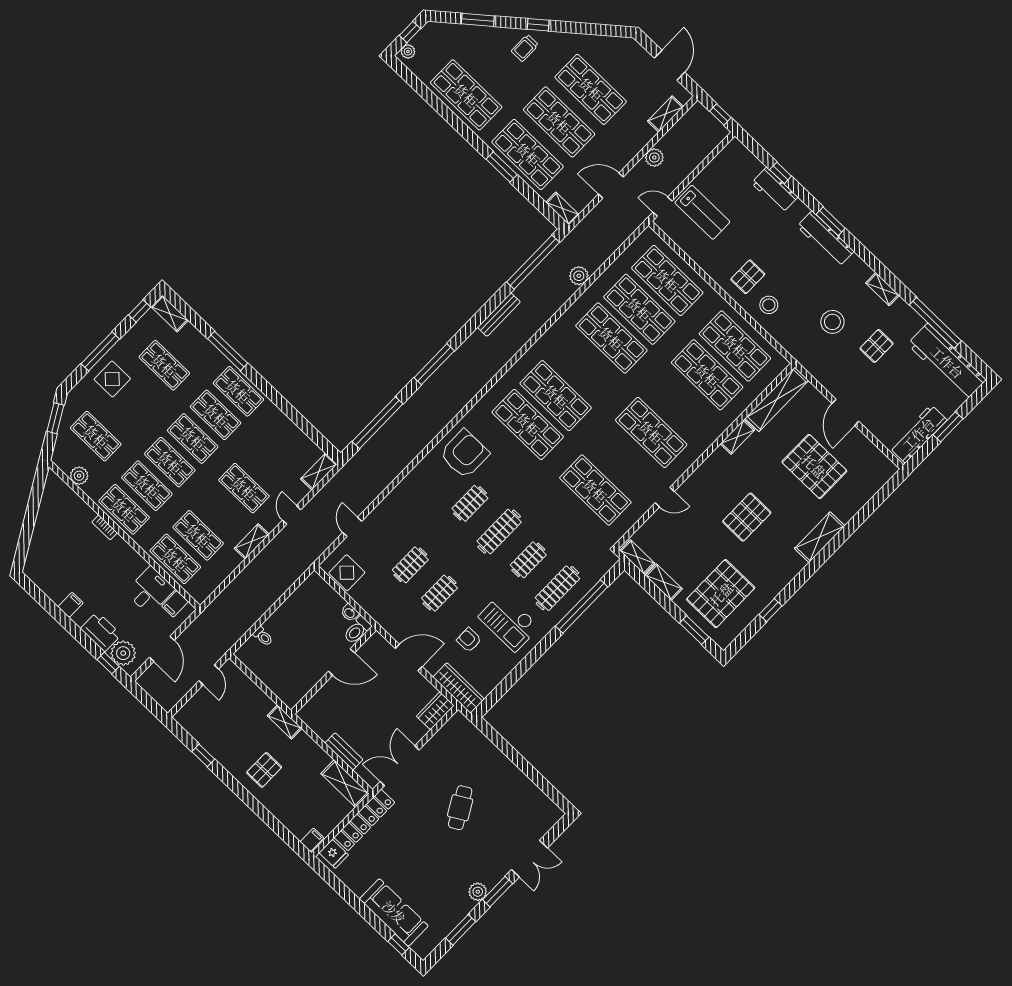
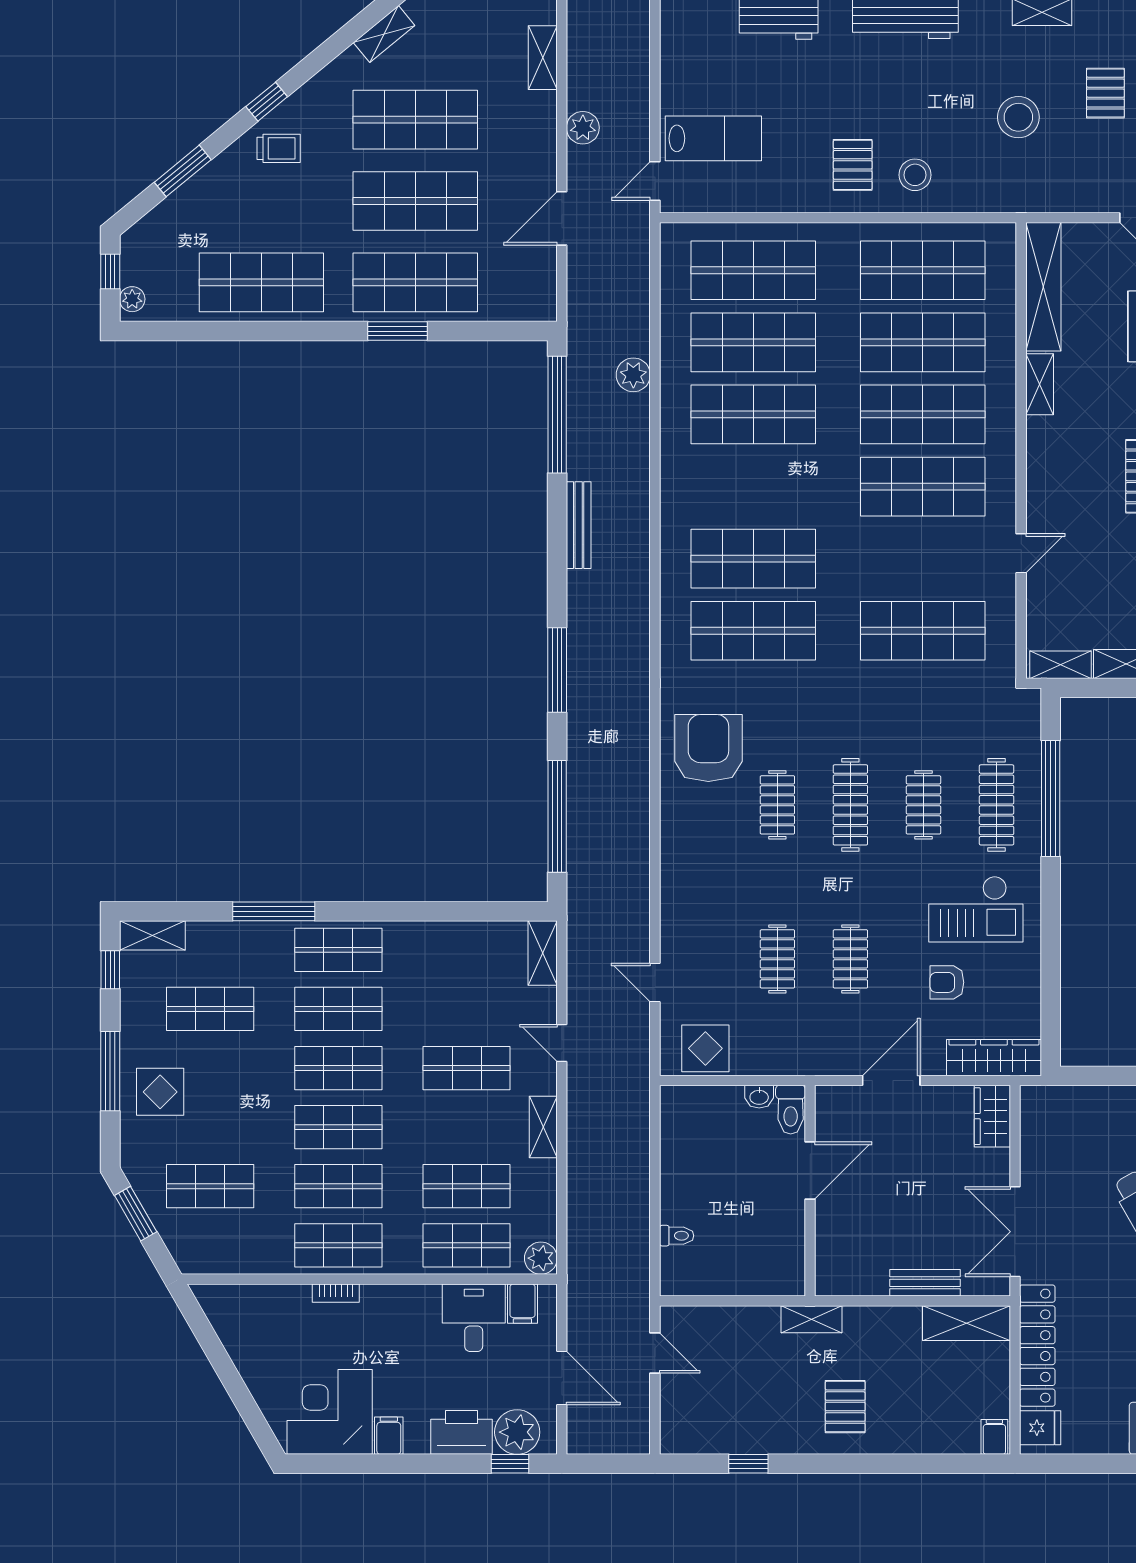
trolley: (525, 48) -> (279, 148), turned -90
shelving: (562, 209) -> (384, 34), moved, turned -40
shop shelf: (679, 404) -> (923, 414), added
plant: (79, 476) -> (541, 1258), moved
corner desk: (56, 573) -> (330, 1412), added

